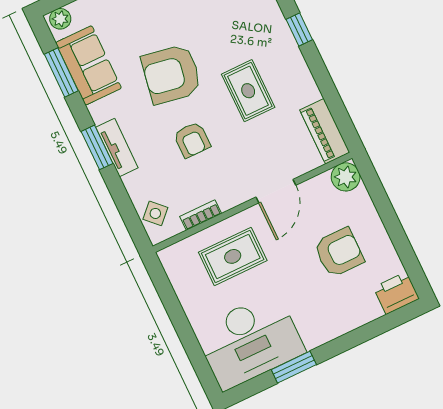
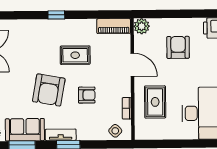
tv unit: (117, 147) -> (61, 135), moved

